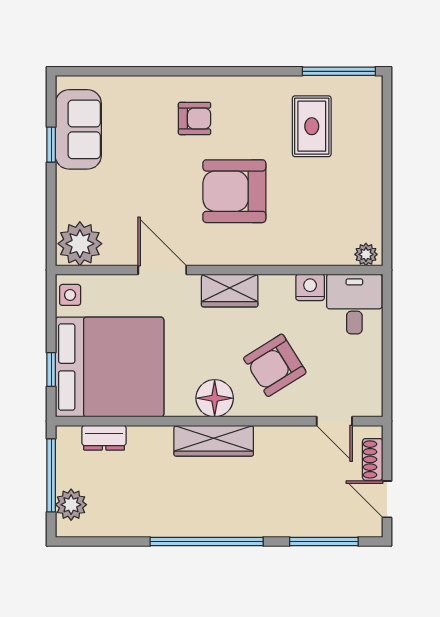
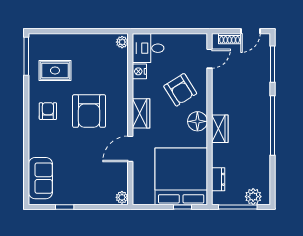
armchair: (195, 118) -> (48, 111), moved
sofa: (78, 129) -> (40, 178), moved, turned 90
plant: (80, 244) -> (122, 197), width x0.53, depth x0.53
side table: (70, 295) -> (143, 197), removed
wardrobe: (214, 441) -> (220, 129), width x0.67

